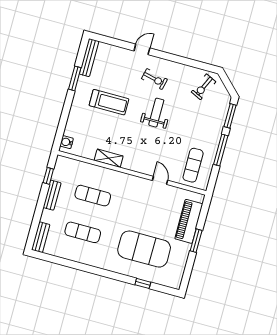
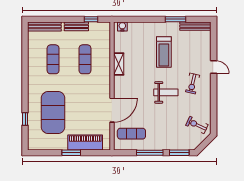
door: (160, 180) -> (112, 110), width x1.88
bench: (41, 237) -> (44, 26), width x1.36

